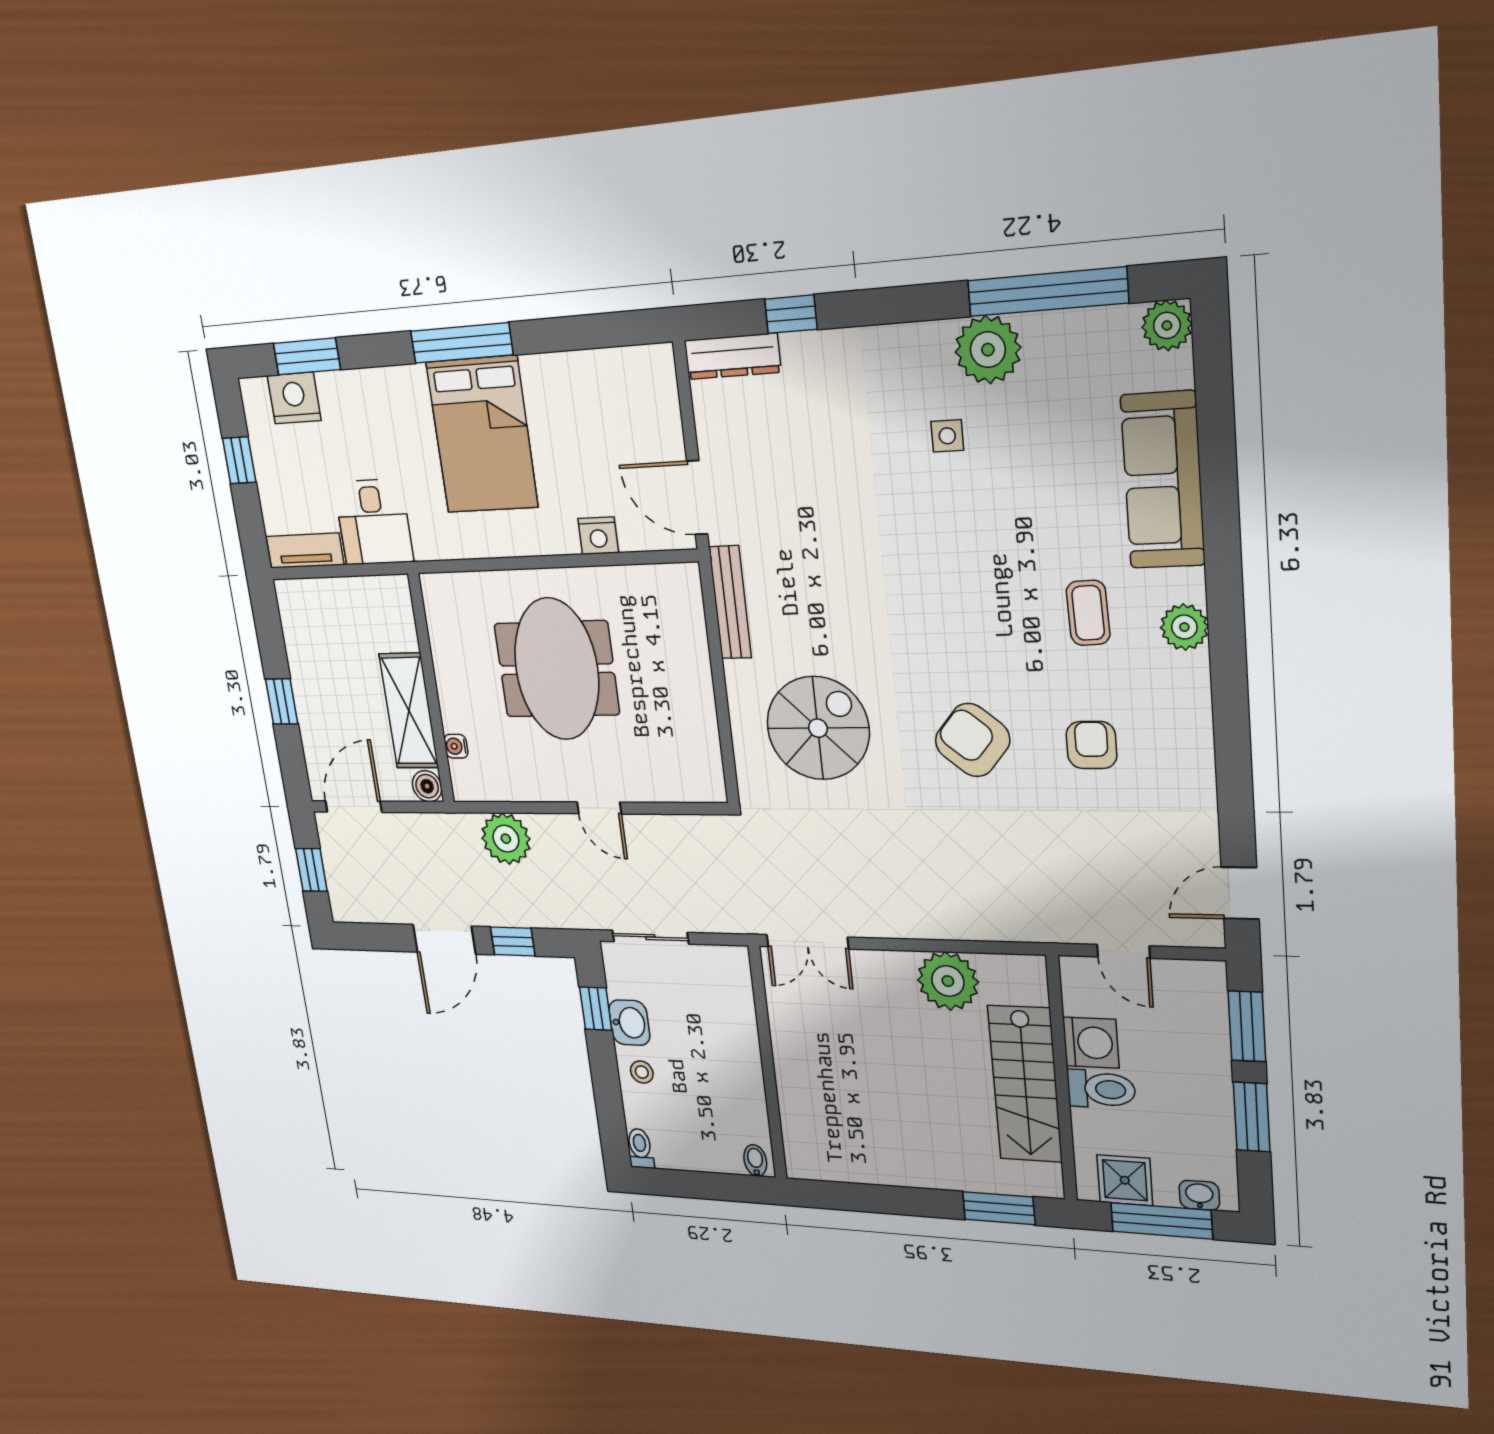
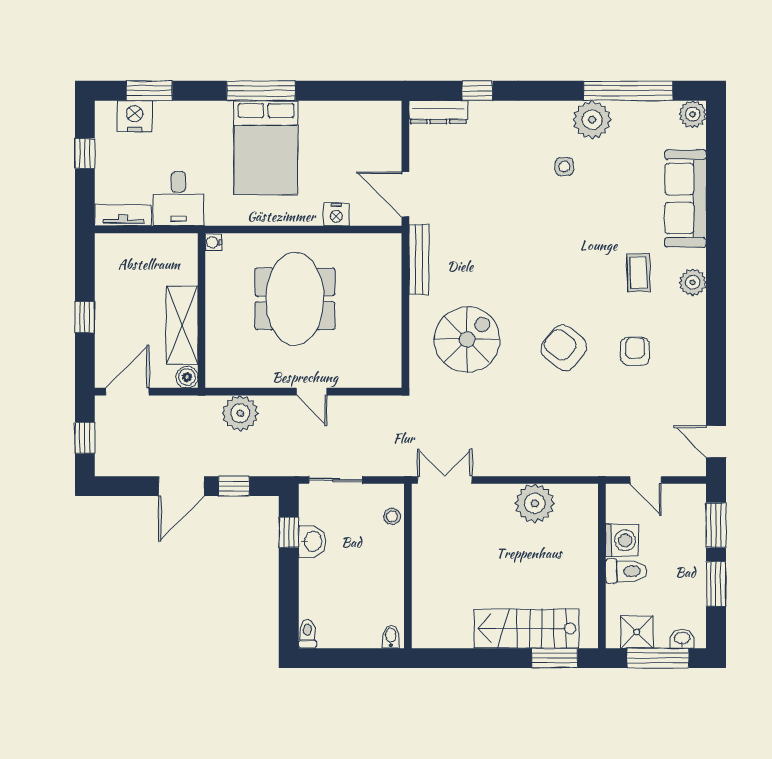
water cooler: (456, 746) -> (213, 242), moved
door: (1240, 893) -> (716, 442), hinge flipped
double door: (807, 942) -> (445, 480), swing flipped
stool: (642, 1072) -> (392, 516), moved
stairs: (1025, 1084) -> (526, 629), moved, turned 90

